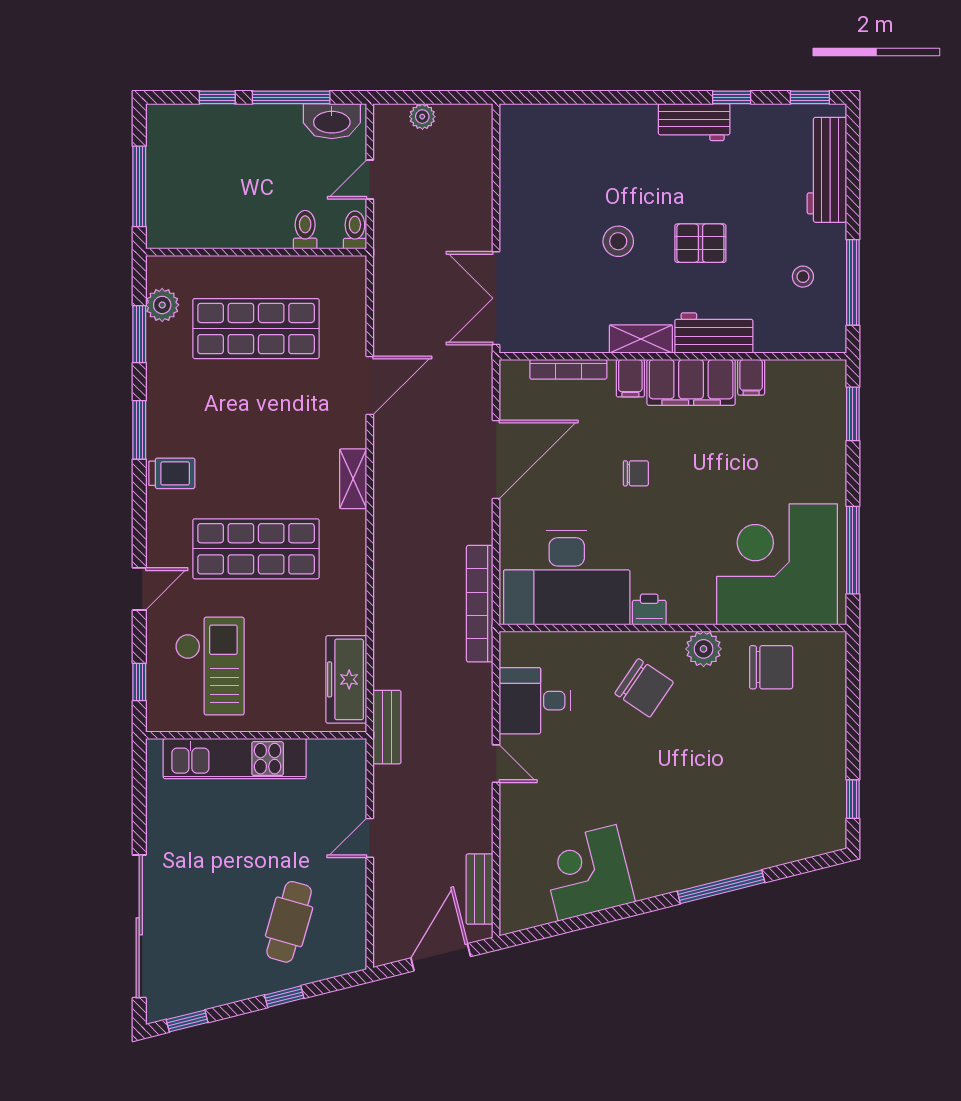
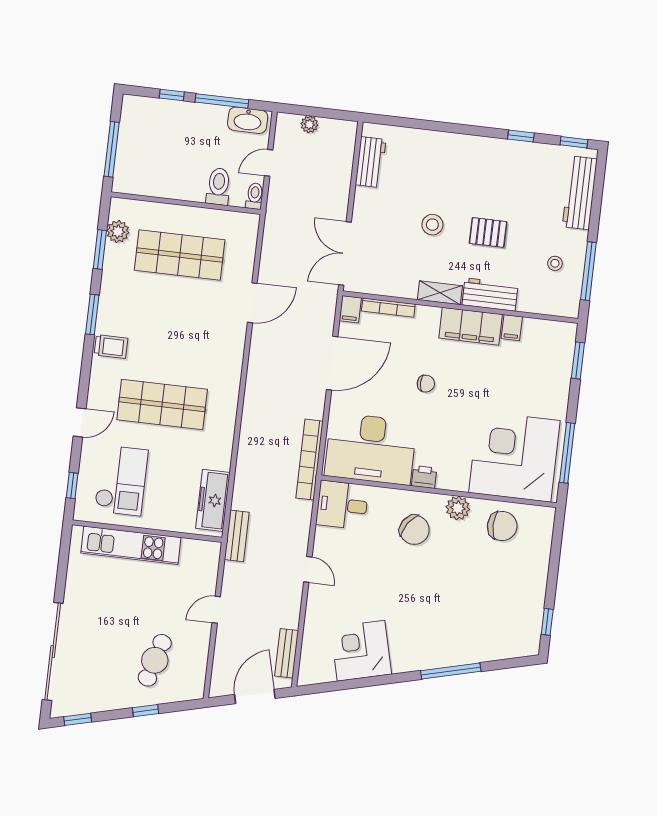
workbench: (694, 122) -> (371, 162), moved, turned -90
toilet: (305, 230) -> (218, 186), width x1.37, depth x1.39
filing cabinet: (630, 378) -> (350, 309), moved
shelving: (353, 479) -> (234, 365), removed
desk: (535, 701) -> (342, 505), moved

